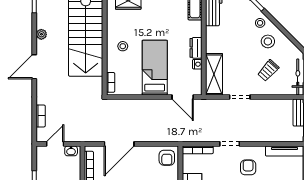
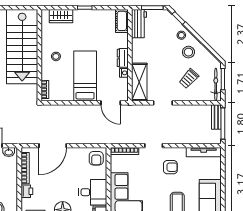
armchair: (248, 167) -> (170, 167), turned 90

